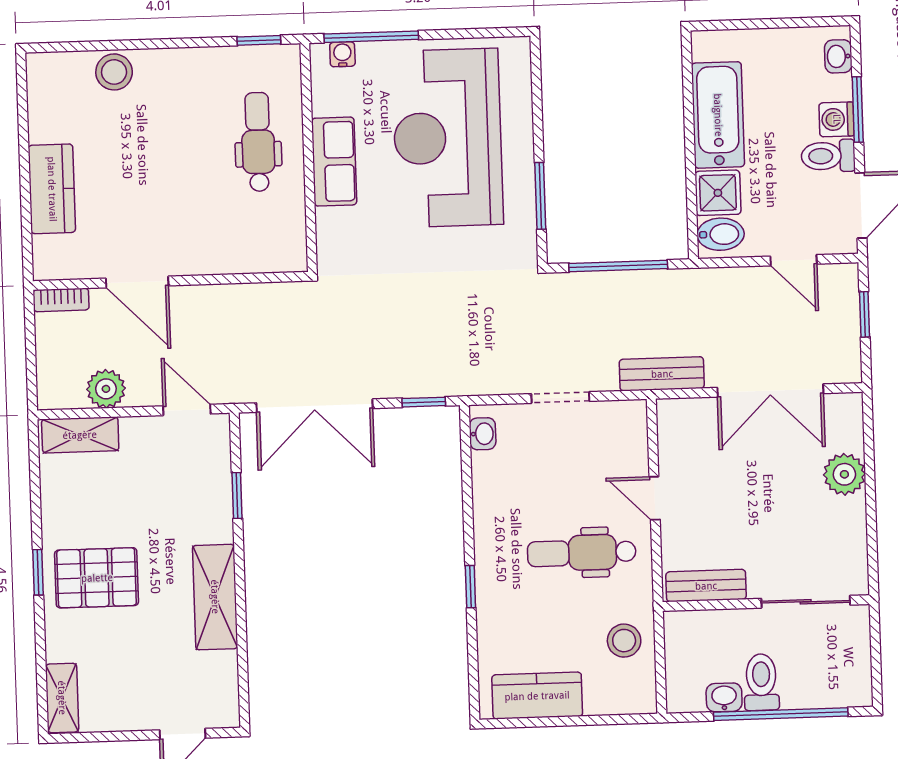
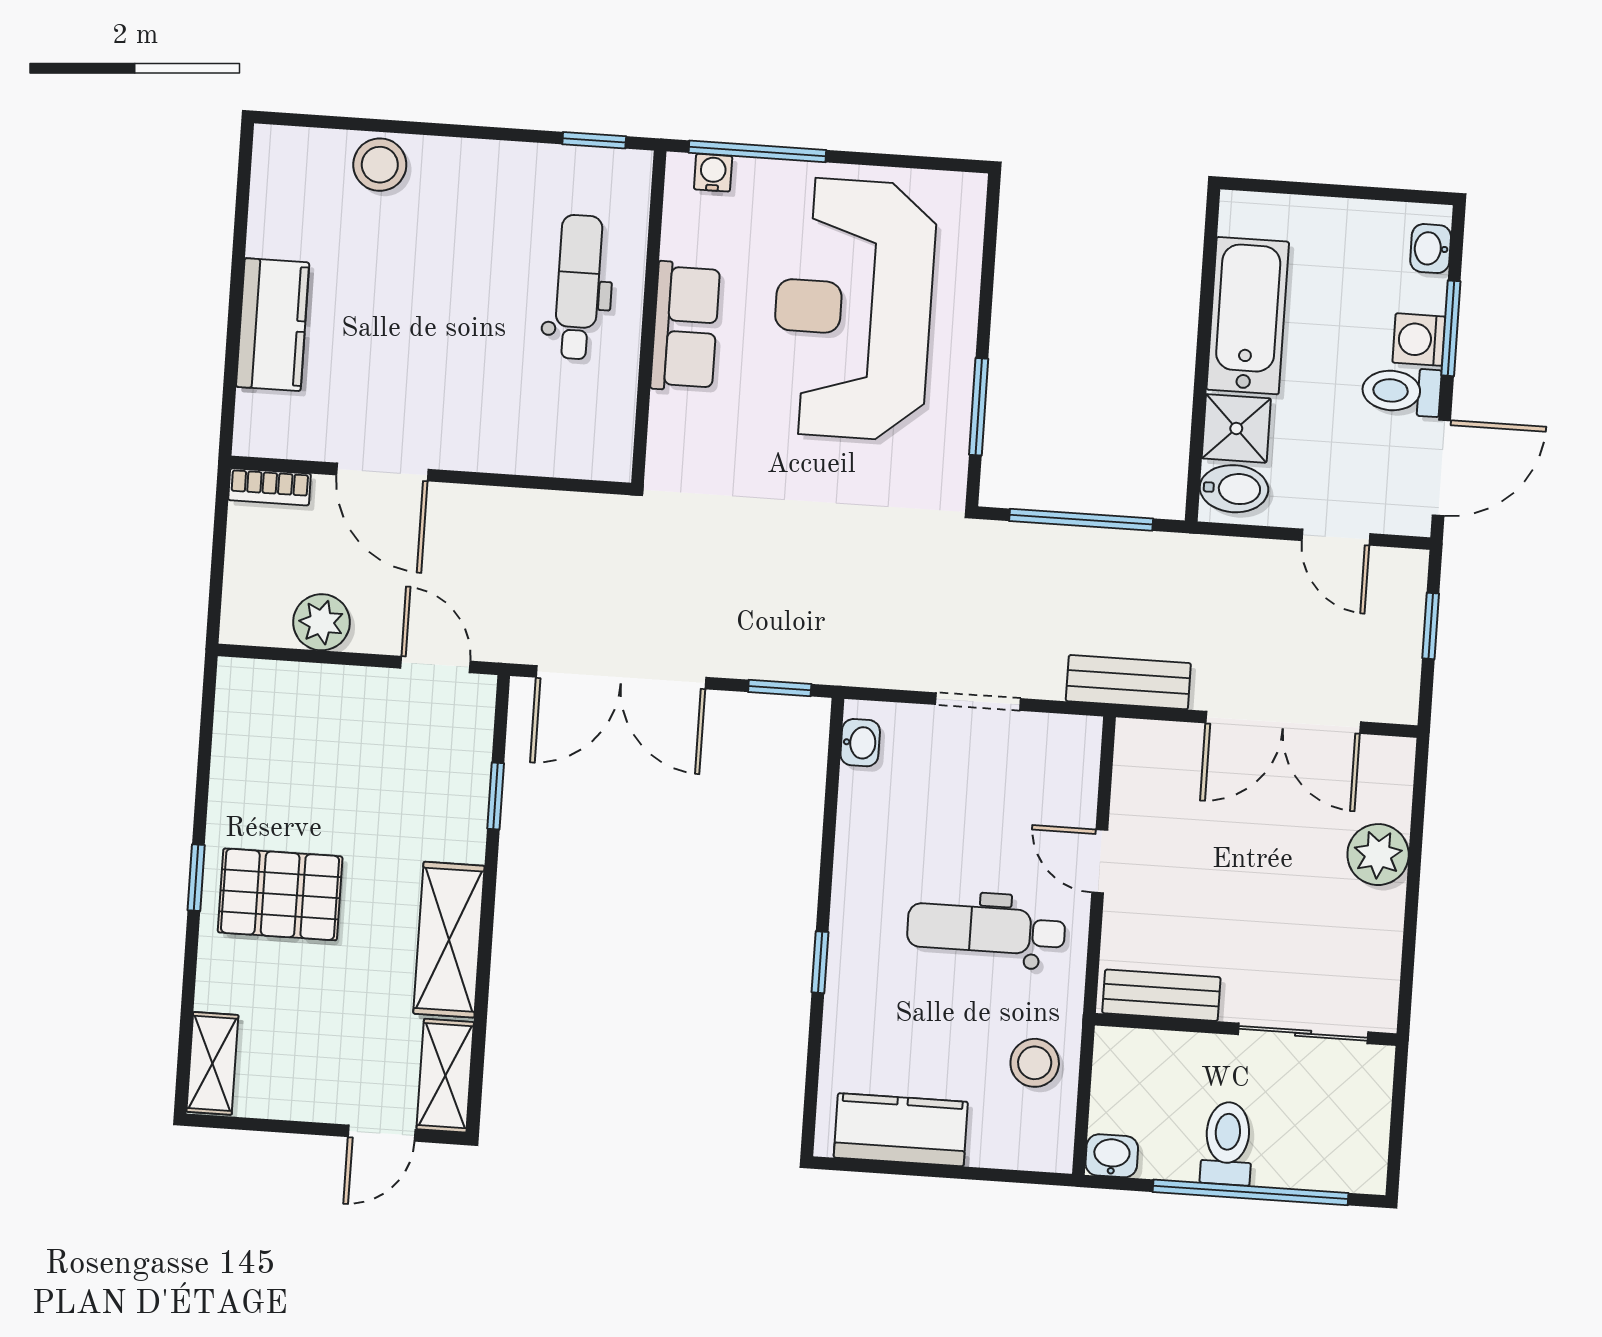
shelving: (80, 435) -> (445, 1076), moved, turned 90
washbasin: (724, 697) -> (1112, 1156), moved

